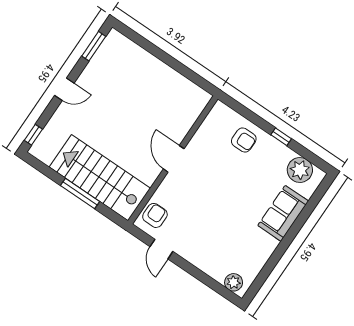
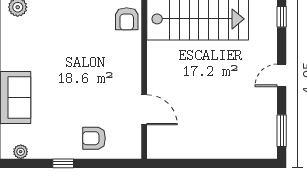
door: (174, 159) -> (144, 110), moved
plant: (300, 170) -> (21, 152), width x0.53, depth x0.53

